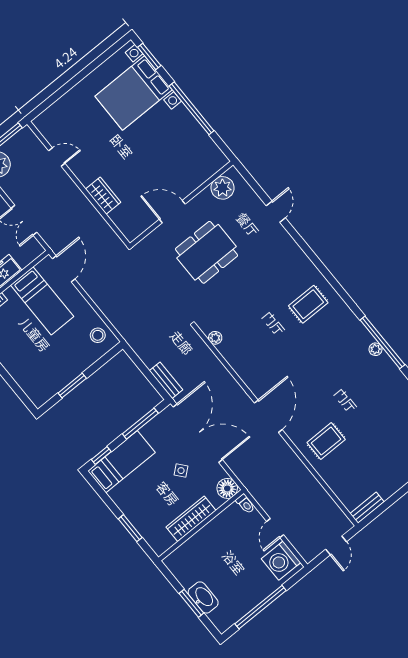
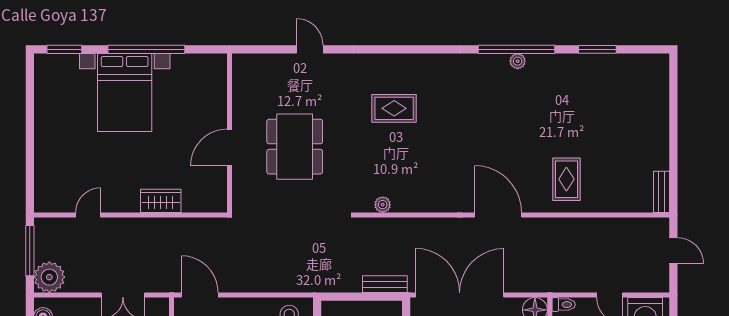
bed with nightstands: (134, 93) -> (125, 93), moved
plant: (223, 188) -> (246, 81), removed
rug: (308, 304) -> (394, 108), moved, turned 90

